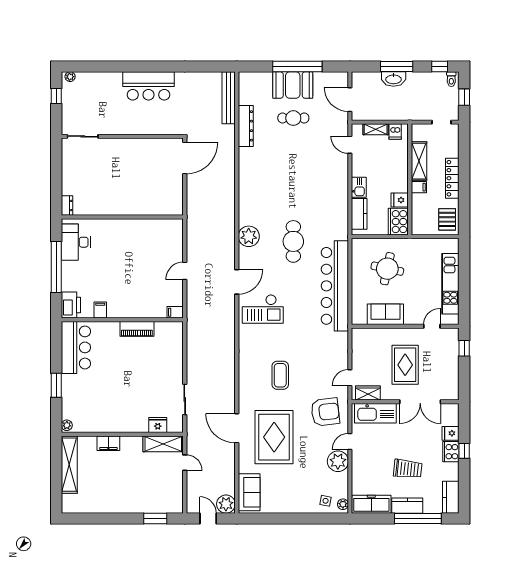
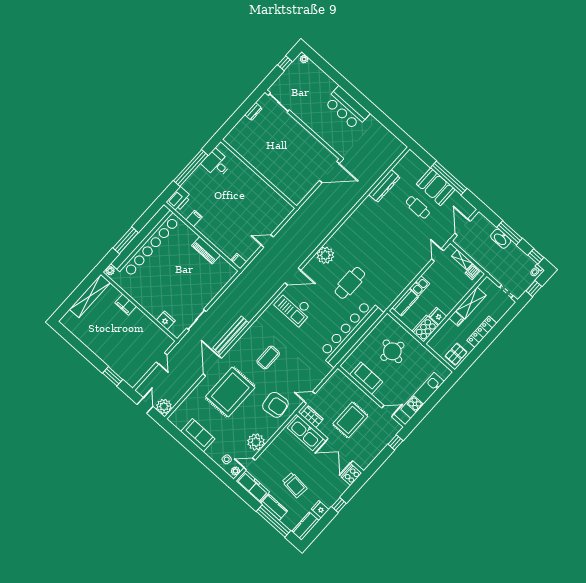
bench: (229, 98) -> (231, 335), moved
dresser: (67, 206) -> (253, 112), moved
desk: (76, 242) -> (216, 163), width x0.73
bar counter: (76, 347) -> (146, 242), width x1.86
window: (56, 385) -> (126, 240), width x1.44
fridge: (451, 433) -> (320, 509), moved
door: (350, 442) -> (249, 464), moved
shelving: (163, 444) -> (159, 335), removed
cooker: (451, 452) -> (351, 475), moved
sofa: (249, 492) -> (198, 435), moved, turned -90

